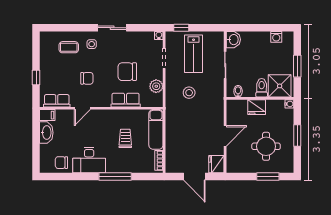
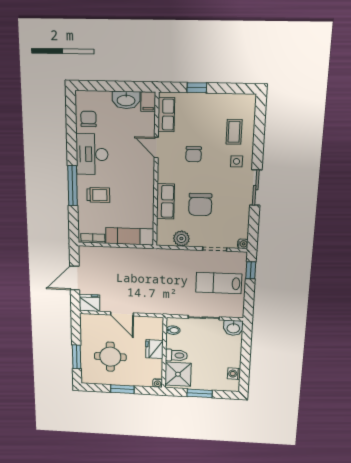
chair: (127, 72) -> (200, 204), turned 180
stool: (189, 93) -> (173, 276), removed
trolley: (125, 138) -> (98, 195), moved

